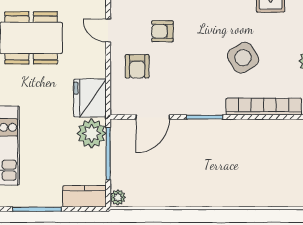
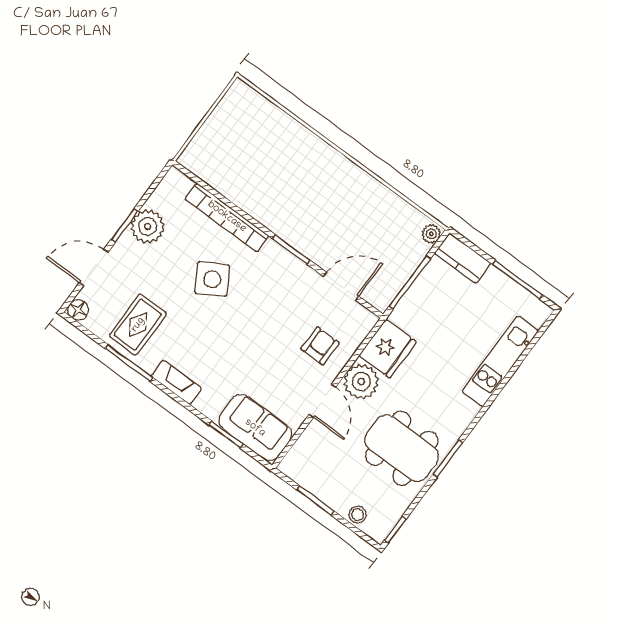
door: (108, 30) -> (322, 401), width x1.37
armchair: (162, 31) -> (271, 362), removed
plant: (92, 133) -> (361, 382), moved

